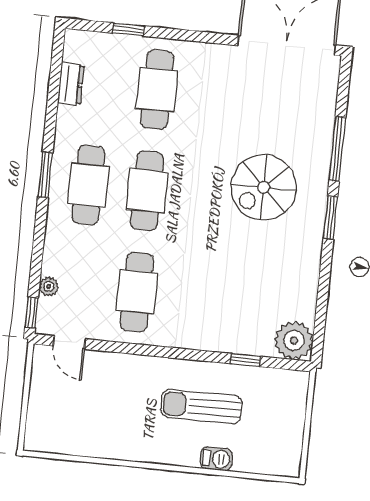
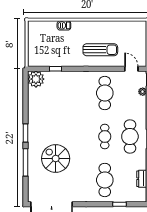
spiral stairs: (264, 187) -> (56, 158), moved, turned -90
cafe table: (147, 191) -> (105, 137), width x0.73, depth x0.74
sun lounger: (201, 406) -> (100, 50), moved

